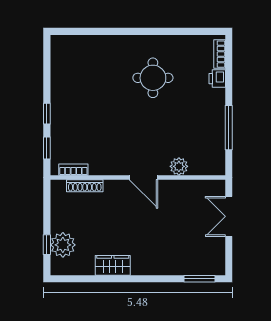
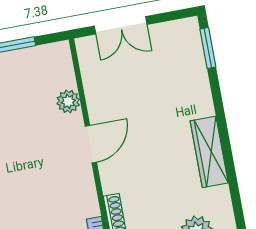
wardrobe: (113, 265) -> (209, 152), width x1.50

